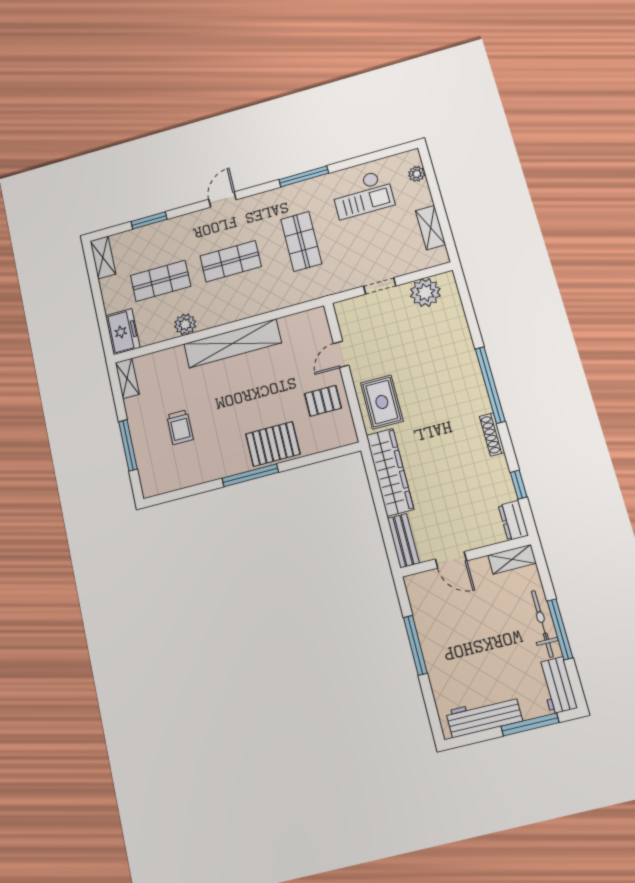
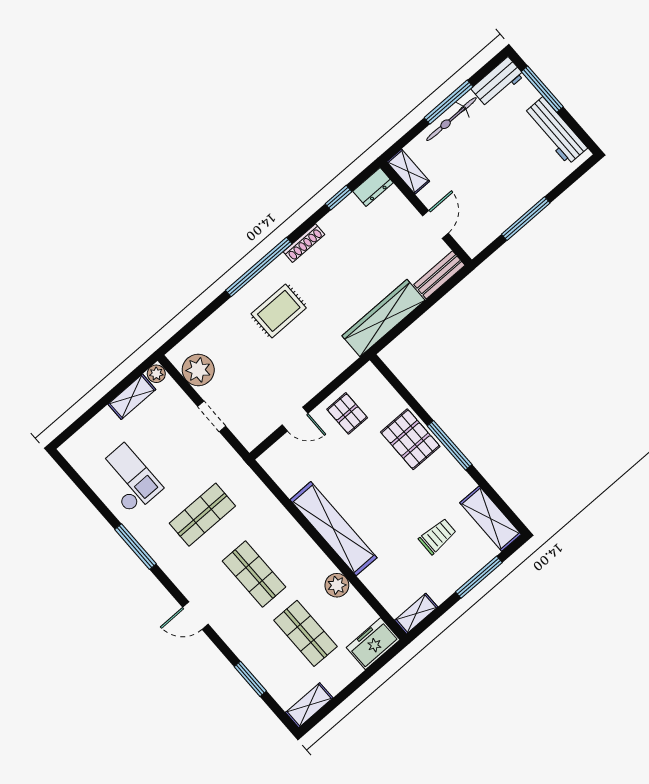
plant: (417, 174) -> (156, 374), moved
rug: (382, 402) -> (279, 311), moved
shelving: (170, 479) -> (490, 519), added

